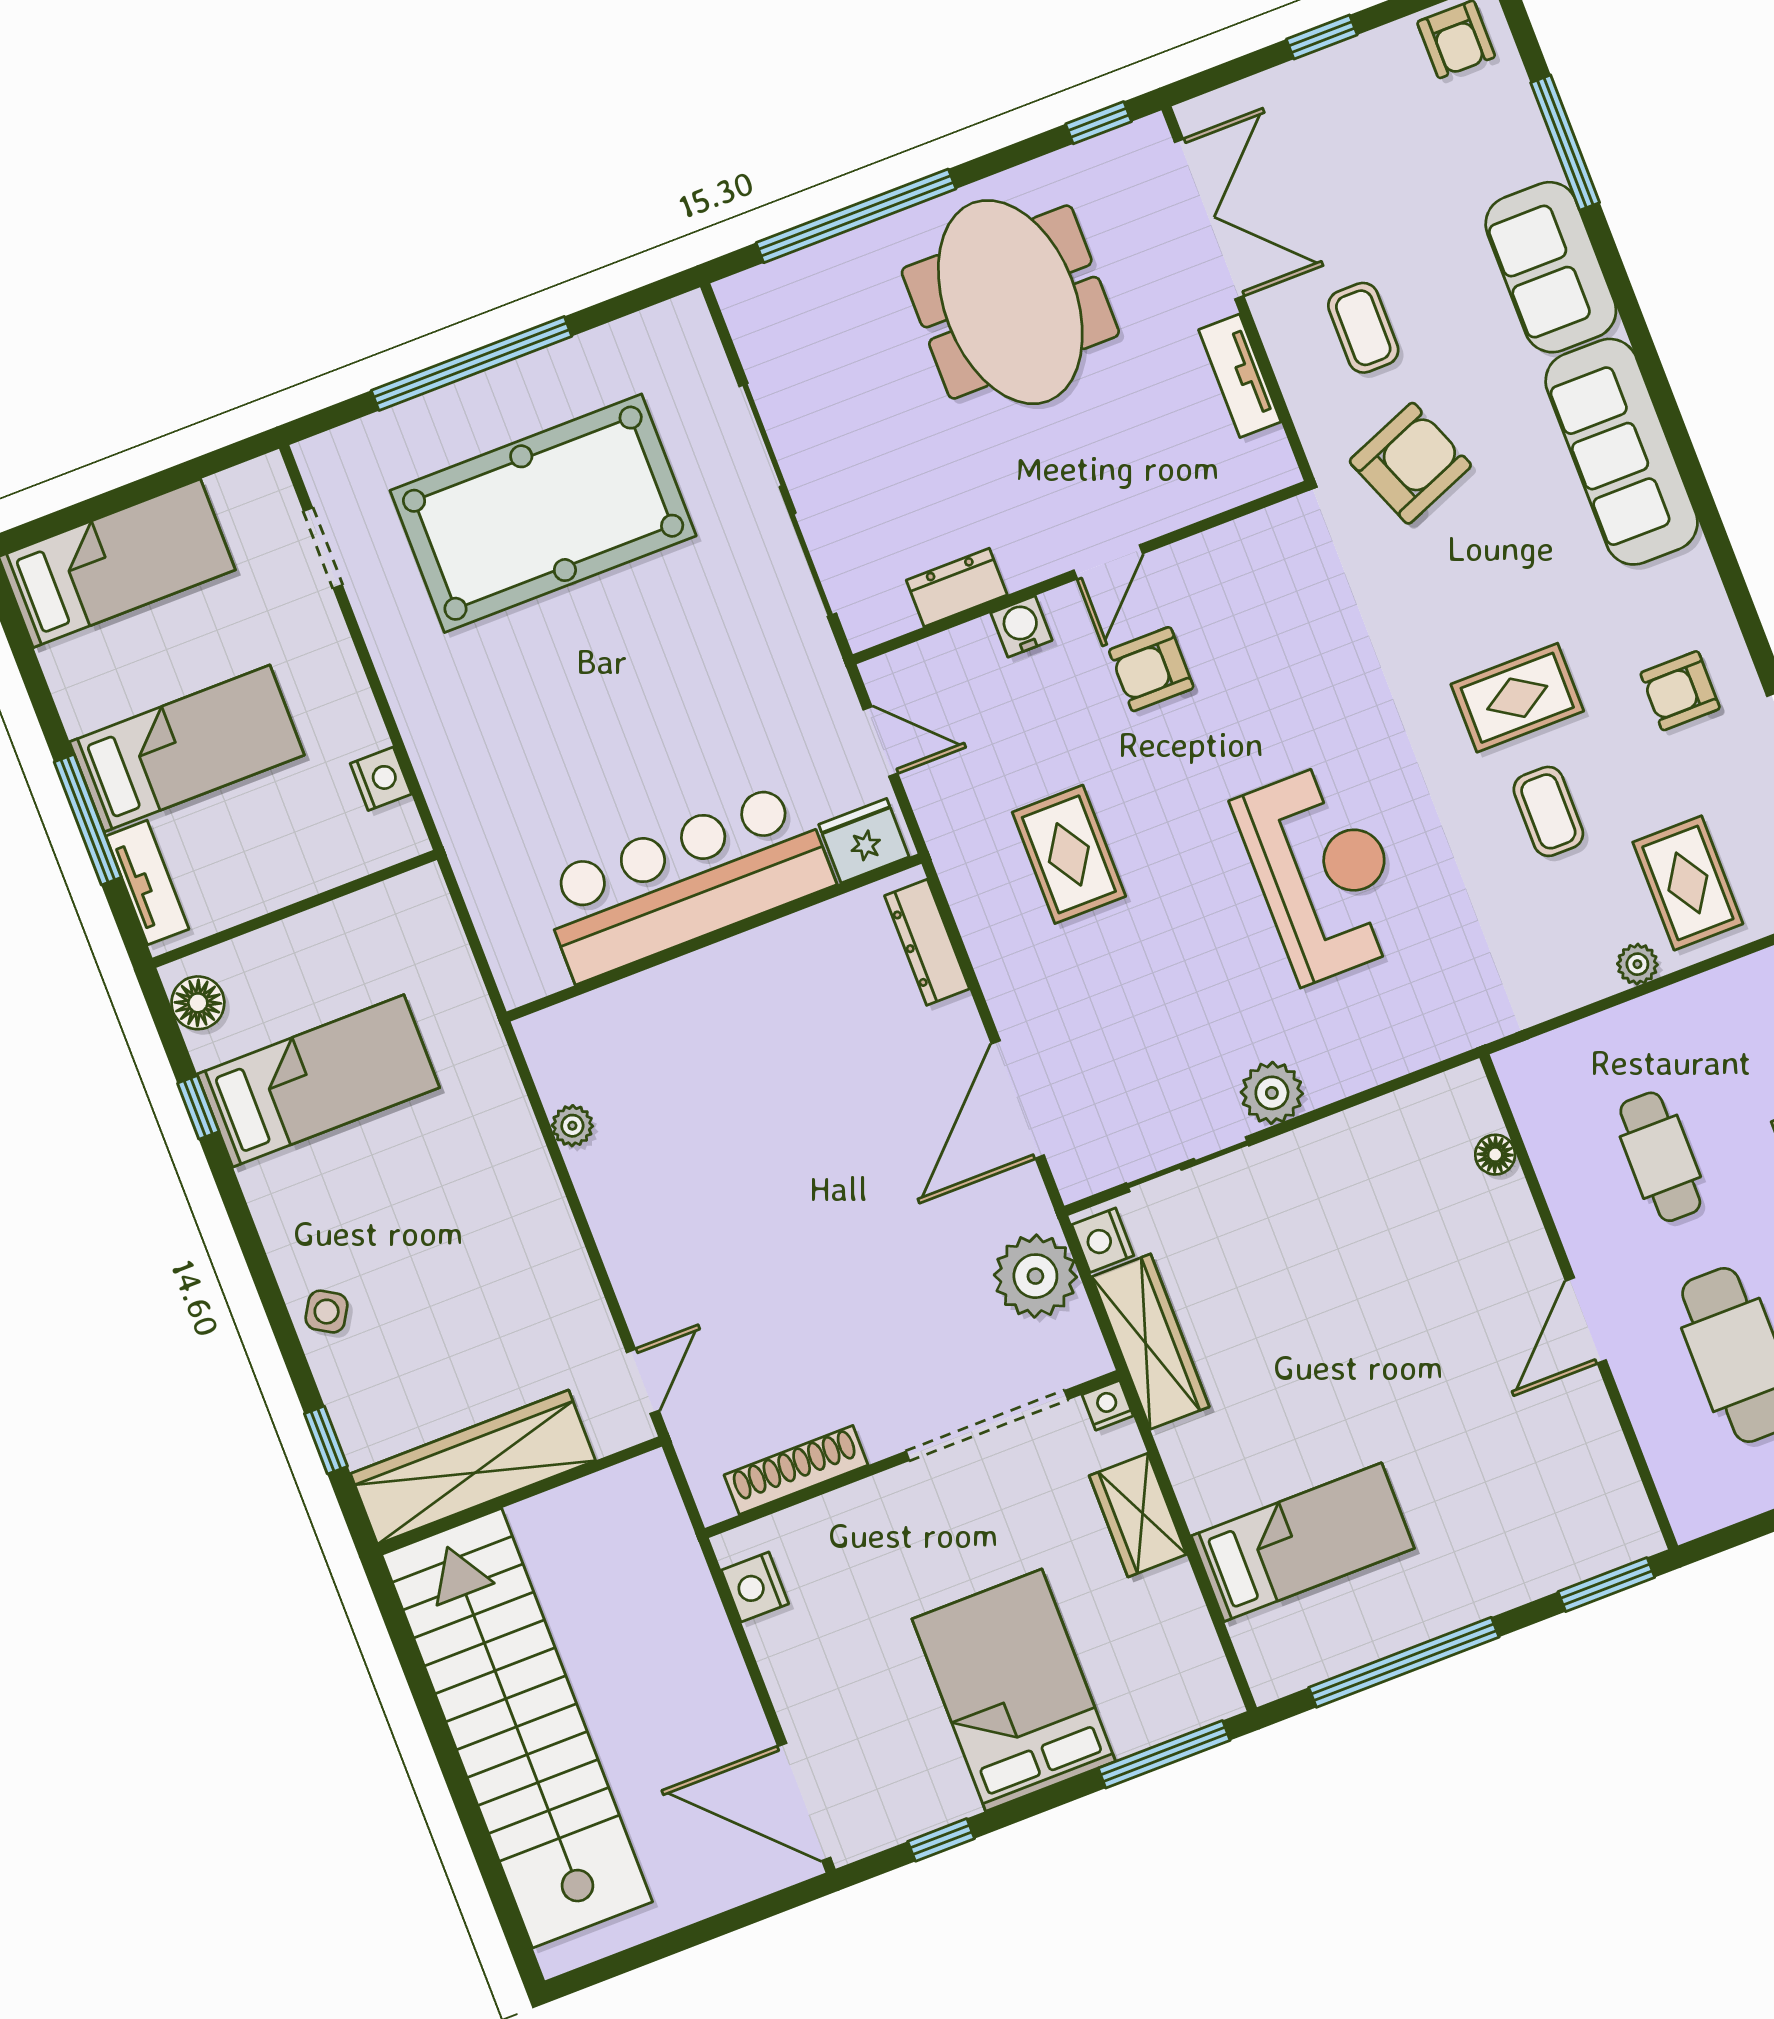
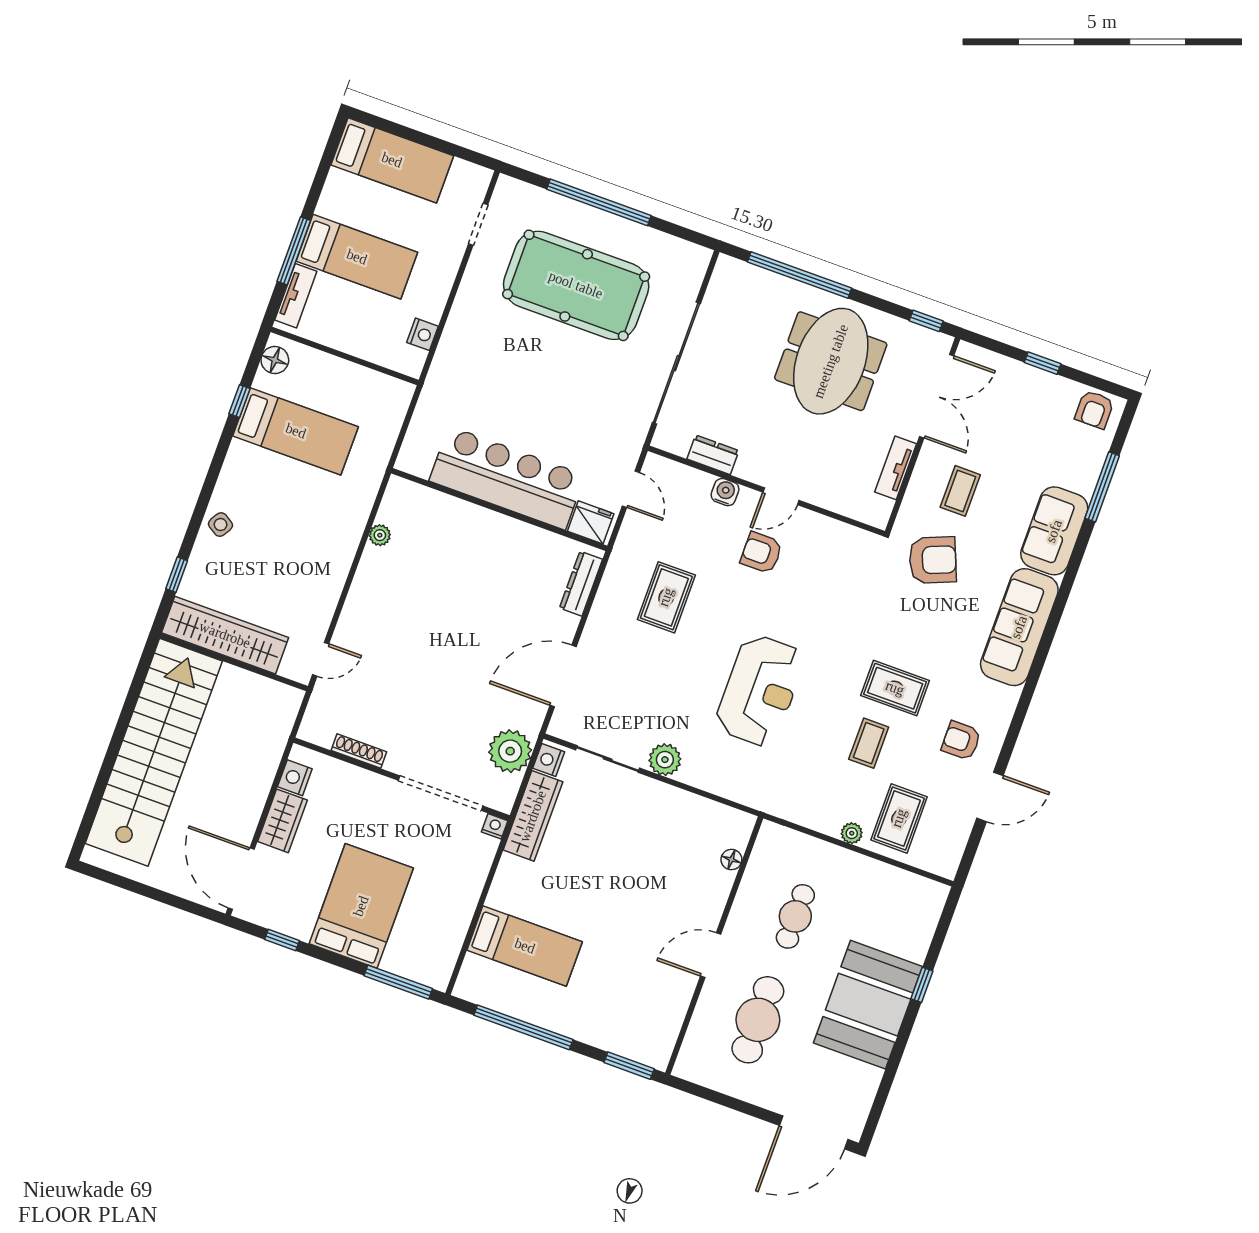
shoe rack: (796, 1470) -> (359, 751), width x0.74, depth x0.81
wardrobe: (1138, 1515) -> (282, 821), moved, turned 180

